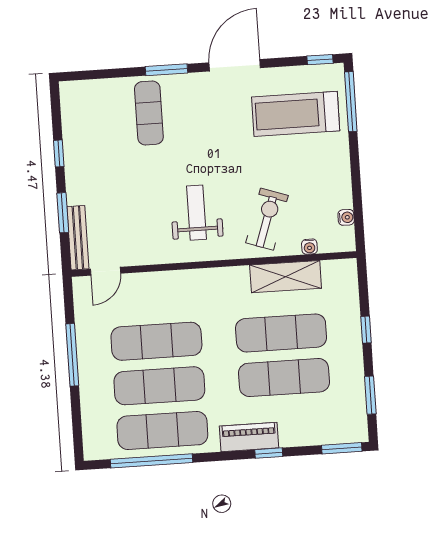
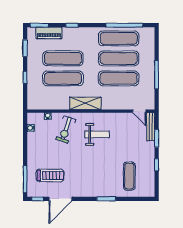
door: (235, 65) -> (60, 199), moved
exercise mat: (149, 113) -> (129, 176), moved
treadmill: (296, 114) -> (50, 175), width x0.73, depth x0.73
weight bench: (196, 213) -> (97, 134), turned -90
door: (106, 271) -> (139, 111), swing flipped
shelving: (286, 277) -> (85, 103), moved
piano: (249, 437) -> (49, 33), moved

